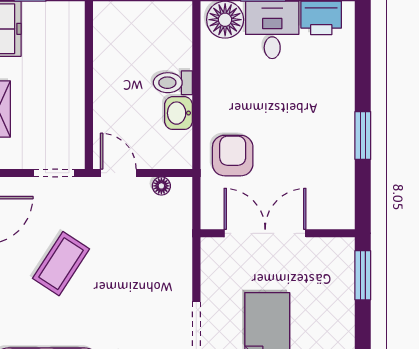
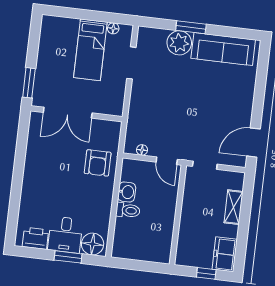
window: (363, 135) -> (19, 166), removed
double door: (265, 233) -> (68, 113), moved
coffee table: (61, 264) -> (207, 111), removed

